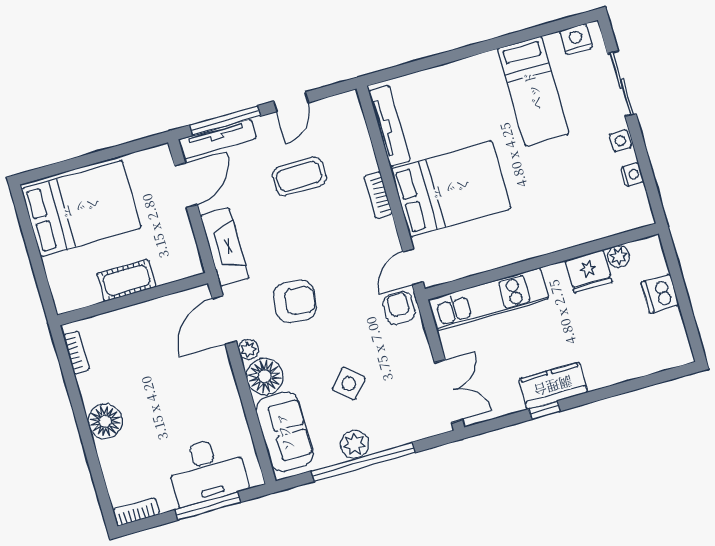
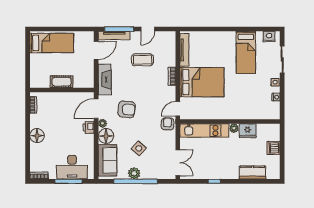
bed: (81, 208) -> (52, 43), width x0.67
plant: (618, 256) -> (234, 128), moved
printer: (219, 369) -> (89, 128), added
kitchen counter: (553, 386) -> (252, 173), moved

